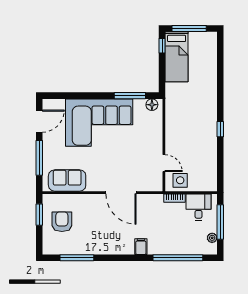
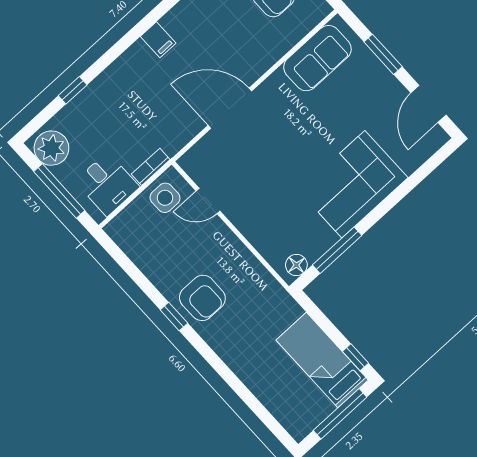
corner sofa: (99, 123) -> (353, 184), width x0.73, depth x0.74
armchair: (202, 126) -> (202, 298), added
window: (39, 158) -> (383, 54), width x0.69
plant: (212, 238) -> (51, 148), width x1.88, depth x1.88
filing cabinet: (141, 247) -> (158, 40), moved
window: (178, 258) -> (73, 90), width x0.32

